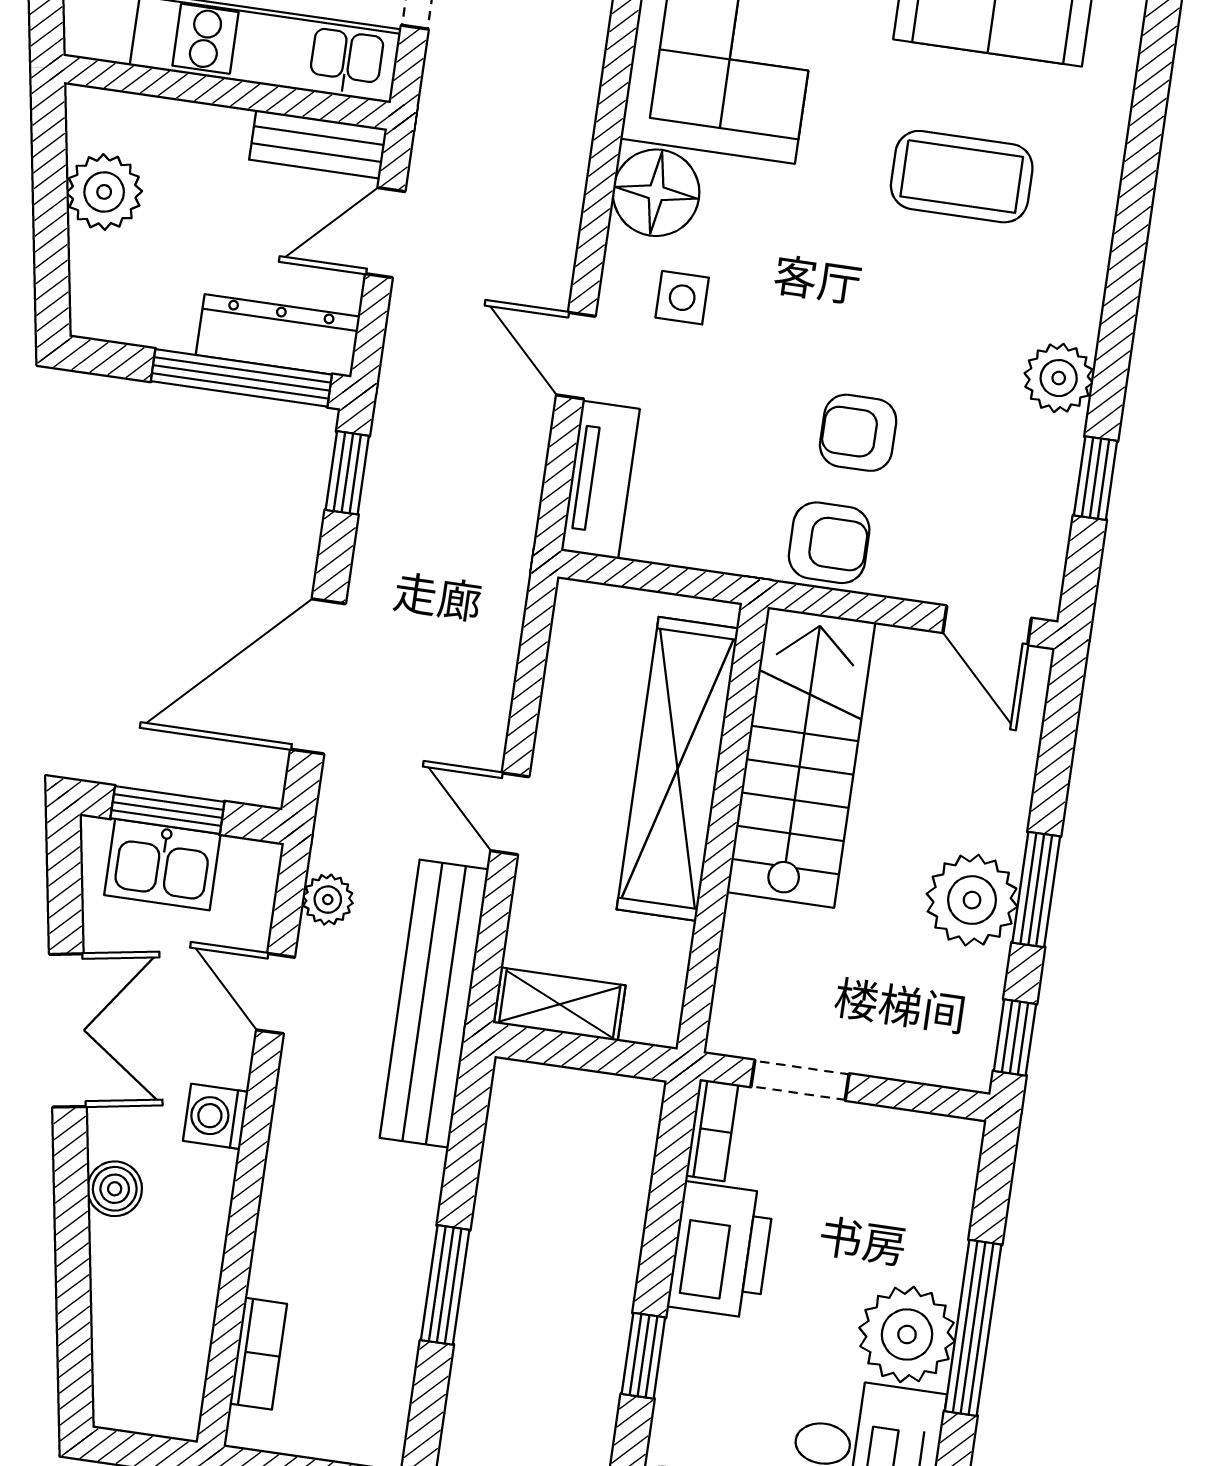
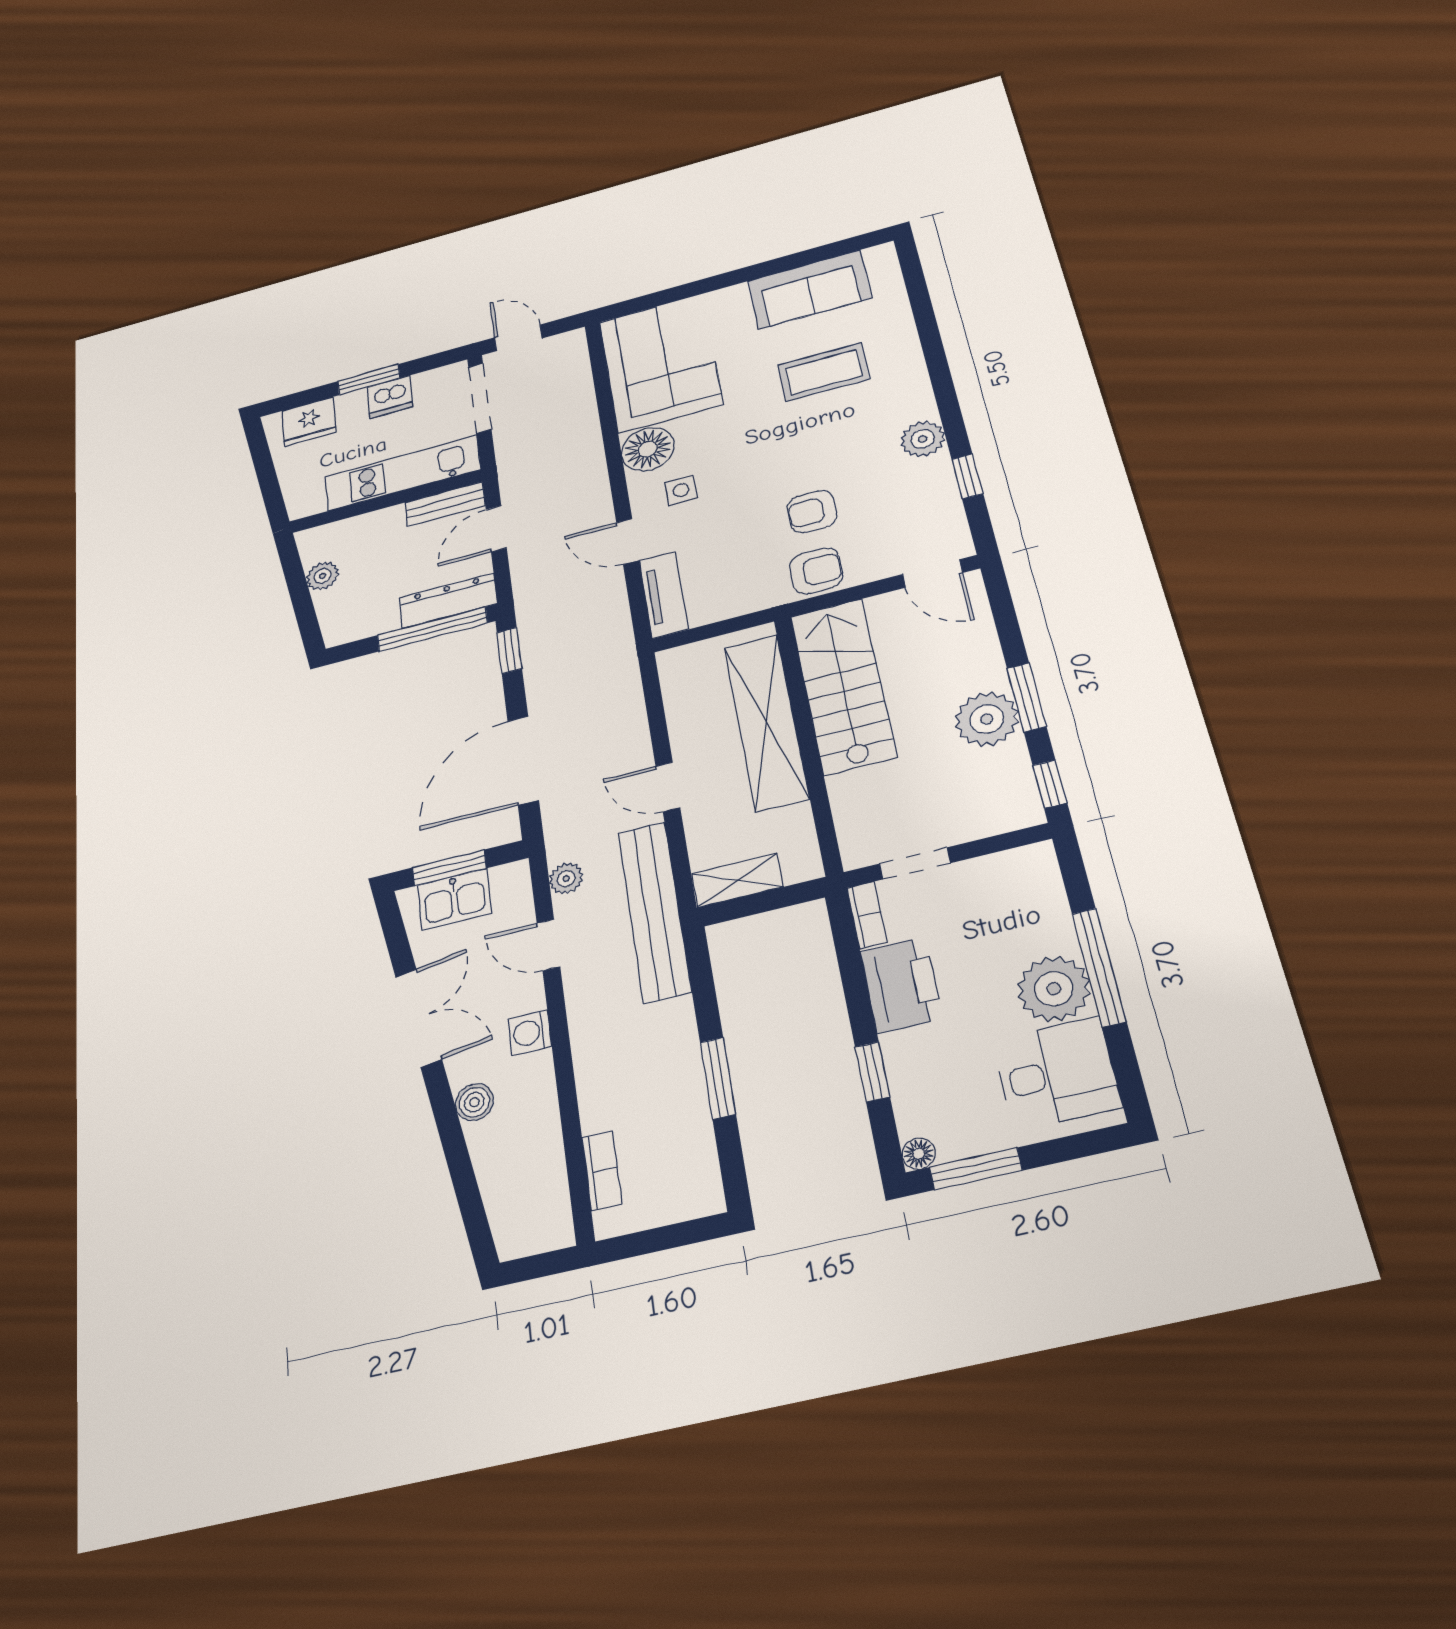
plant: (104, 192) -> (323, 576), width x0.73, depth x0.73

